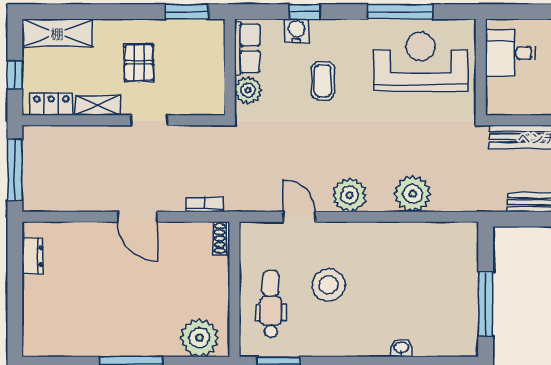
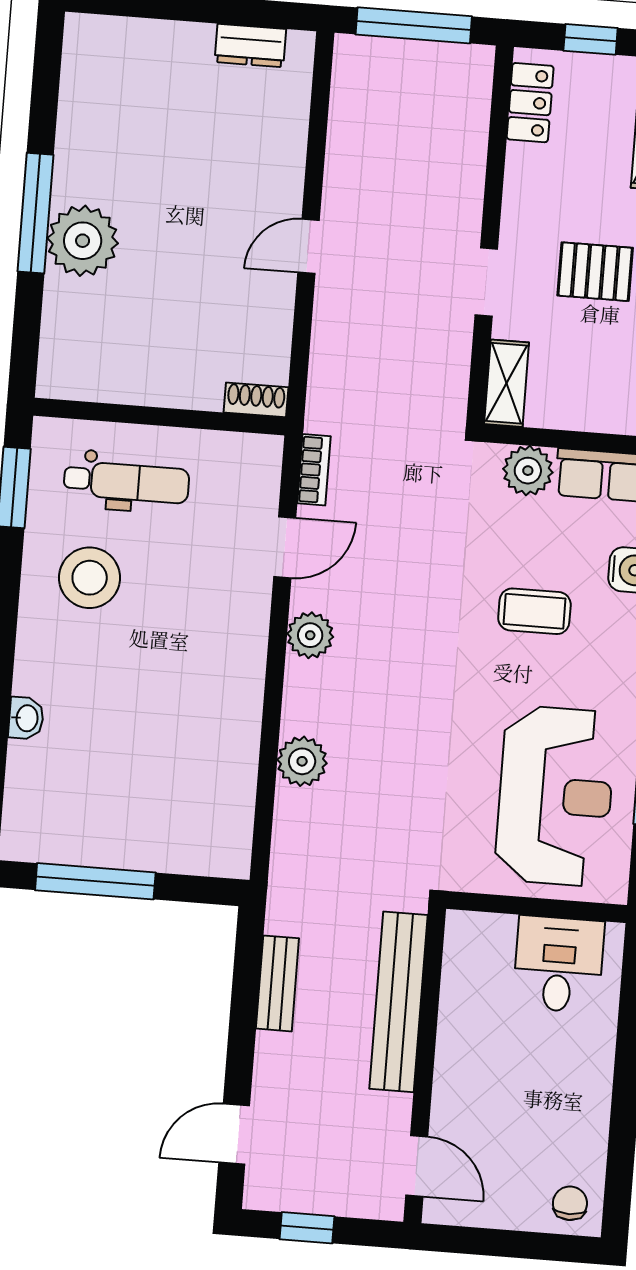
shelving: (98, 105) -> (507, 383), moved
plant: (413, 194) -> (302, 761), width x0.73, depth x0.73
plant: (350, 195) -> (310, 635), width x0.73, depth x0.73
bookcase: (205, 205) -> (314, 470), moved
door: (137, 217) -> (308, 246), width x0.73
stool: (328, 285) -> (90, 578), moved
plant: (199, 338) -> (83, 241), moved

